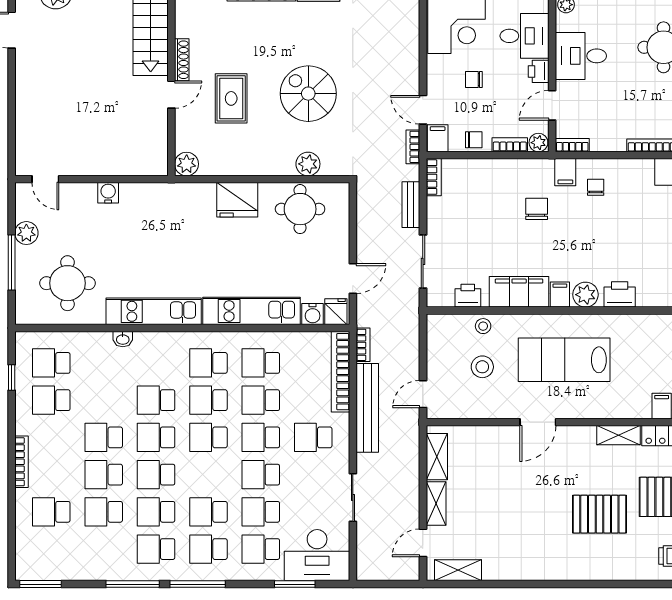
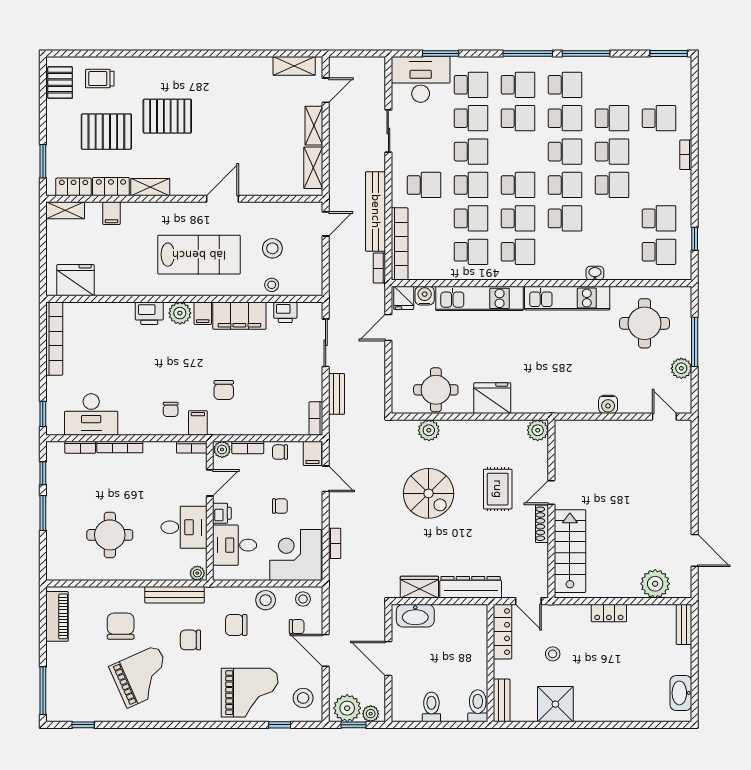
bookcase: (413, 147) -> (335, 543), moved
bookcase: (21, 462) -> (686, 155), width x0.64

